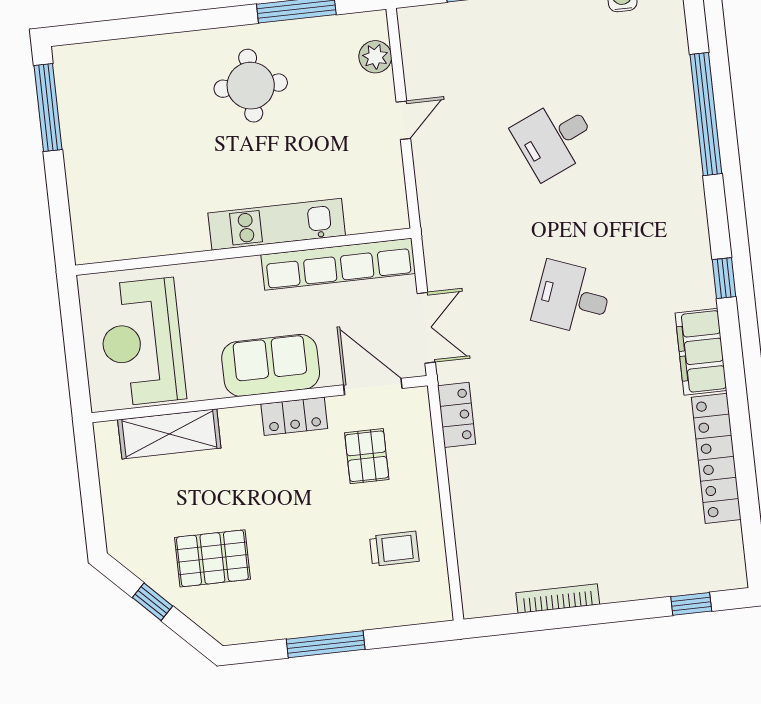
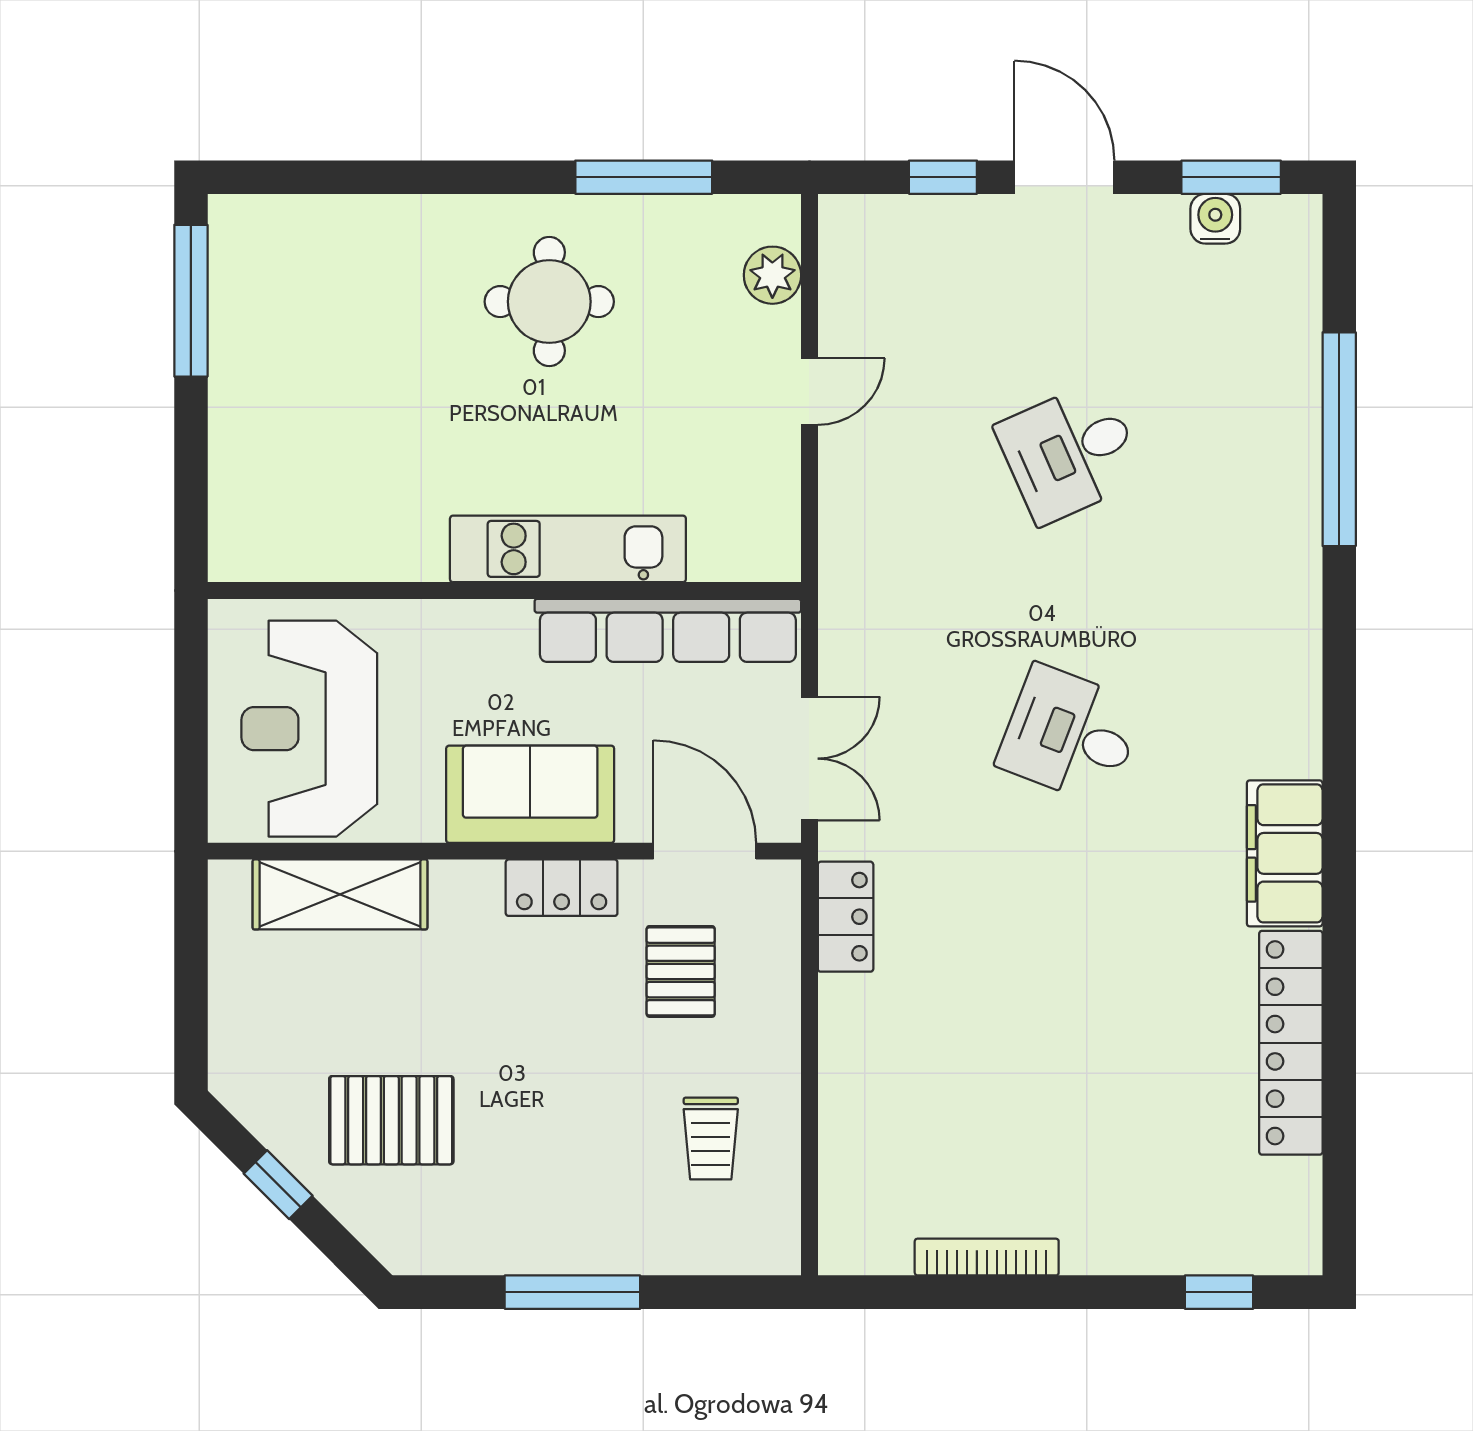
window: (724, 278) -> (1339, 729), removed
trolley: (394, 549) -> (711, 1139), turned 90

